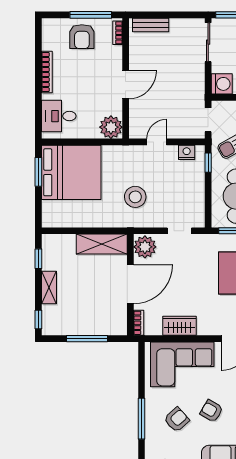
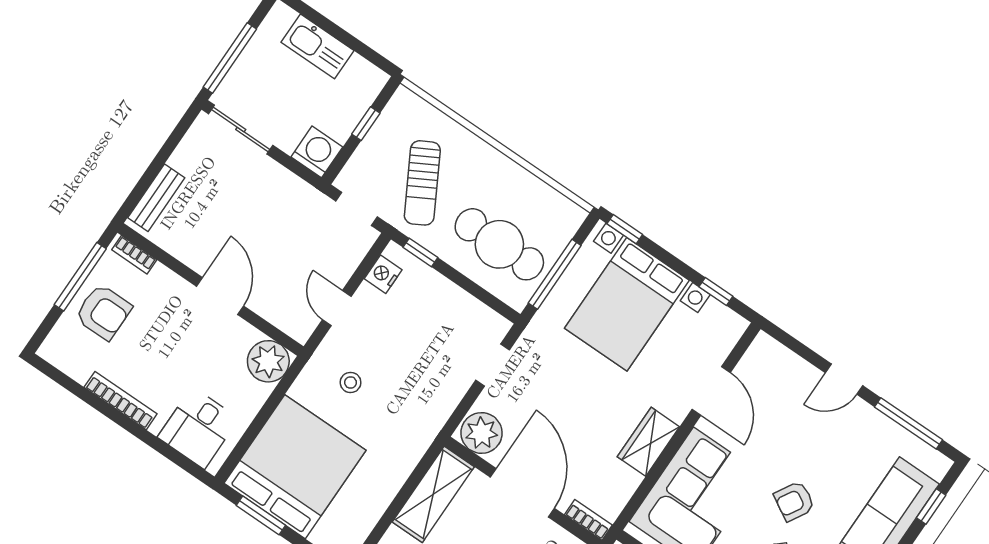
stool: (135, 197) -> (351, 382), moved, width x0.53, depth x0.53
wardrobe: (179, 326) -> (648, 442), moved

